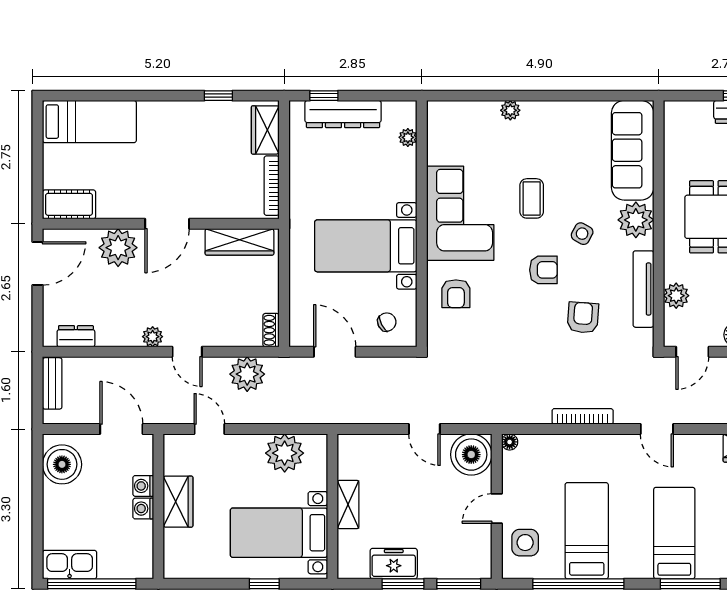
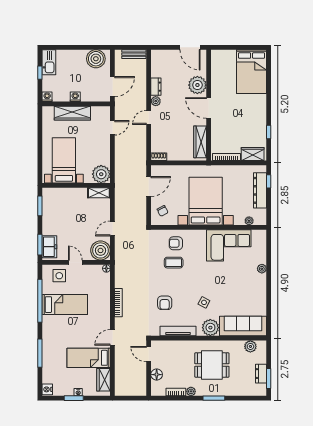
bed: (89, 122) -> (252, 72), width x1.50
coffee table: (532, 198) -> (174, 263), moved
cot: (69, 204) -> (218, 62), removed
corner sofa: (460, 213) -> (229, 245), moved
bed with nightstands: (366, 246) -> (206, 201), width x1.36
armchair: (543, 270) -> (187, 284), removed
plant: (676, 296) -> (250, 346), moved
armchair: (583, 318) -> (165, 303), turned 86
dresser: (76, 336) -> (156, 87), moved
plant: (247, 374) -> (138, 146), removed
plant: (285, 453) -> (101, 174), moved
washing machine: (143, 486) -> (47, 97), moved
wardrobe: (178, 502) -> (72, 113), width x1.50
shelving: (348, 505) -> (99, 193), moved
bed: (674, 533) -> (89, 358), moved, turned 180
freezer: (394, 564) -> (49, 247), moved
window: (92, 584) -> (40, 73), width x0.32
window: (264, 584) -> (40, 153), removed
window: (403, 584) -> (40, 206), moved

